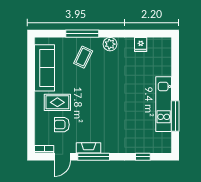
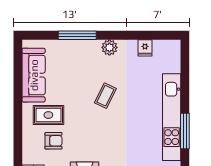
coffee table: (83, 57) -> (105, 96), moved
kitchen unit: (164, 104) -> (172, 117), width x1.36
armchair: (62, 125) -> (54, 141), turned 180

